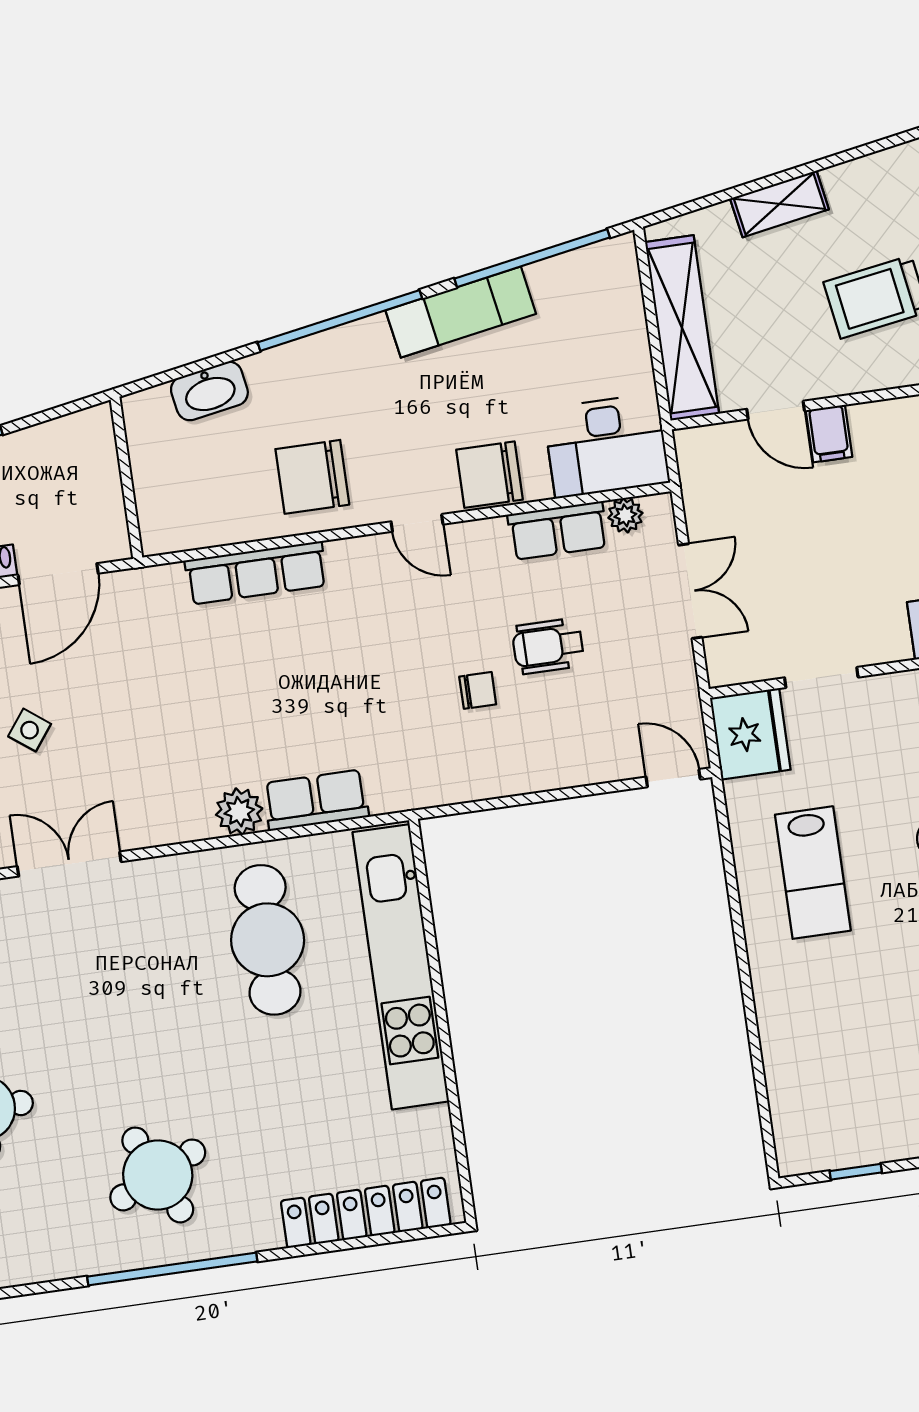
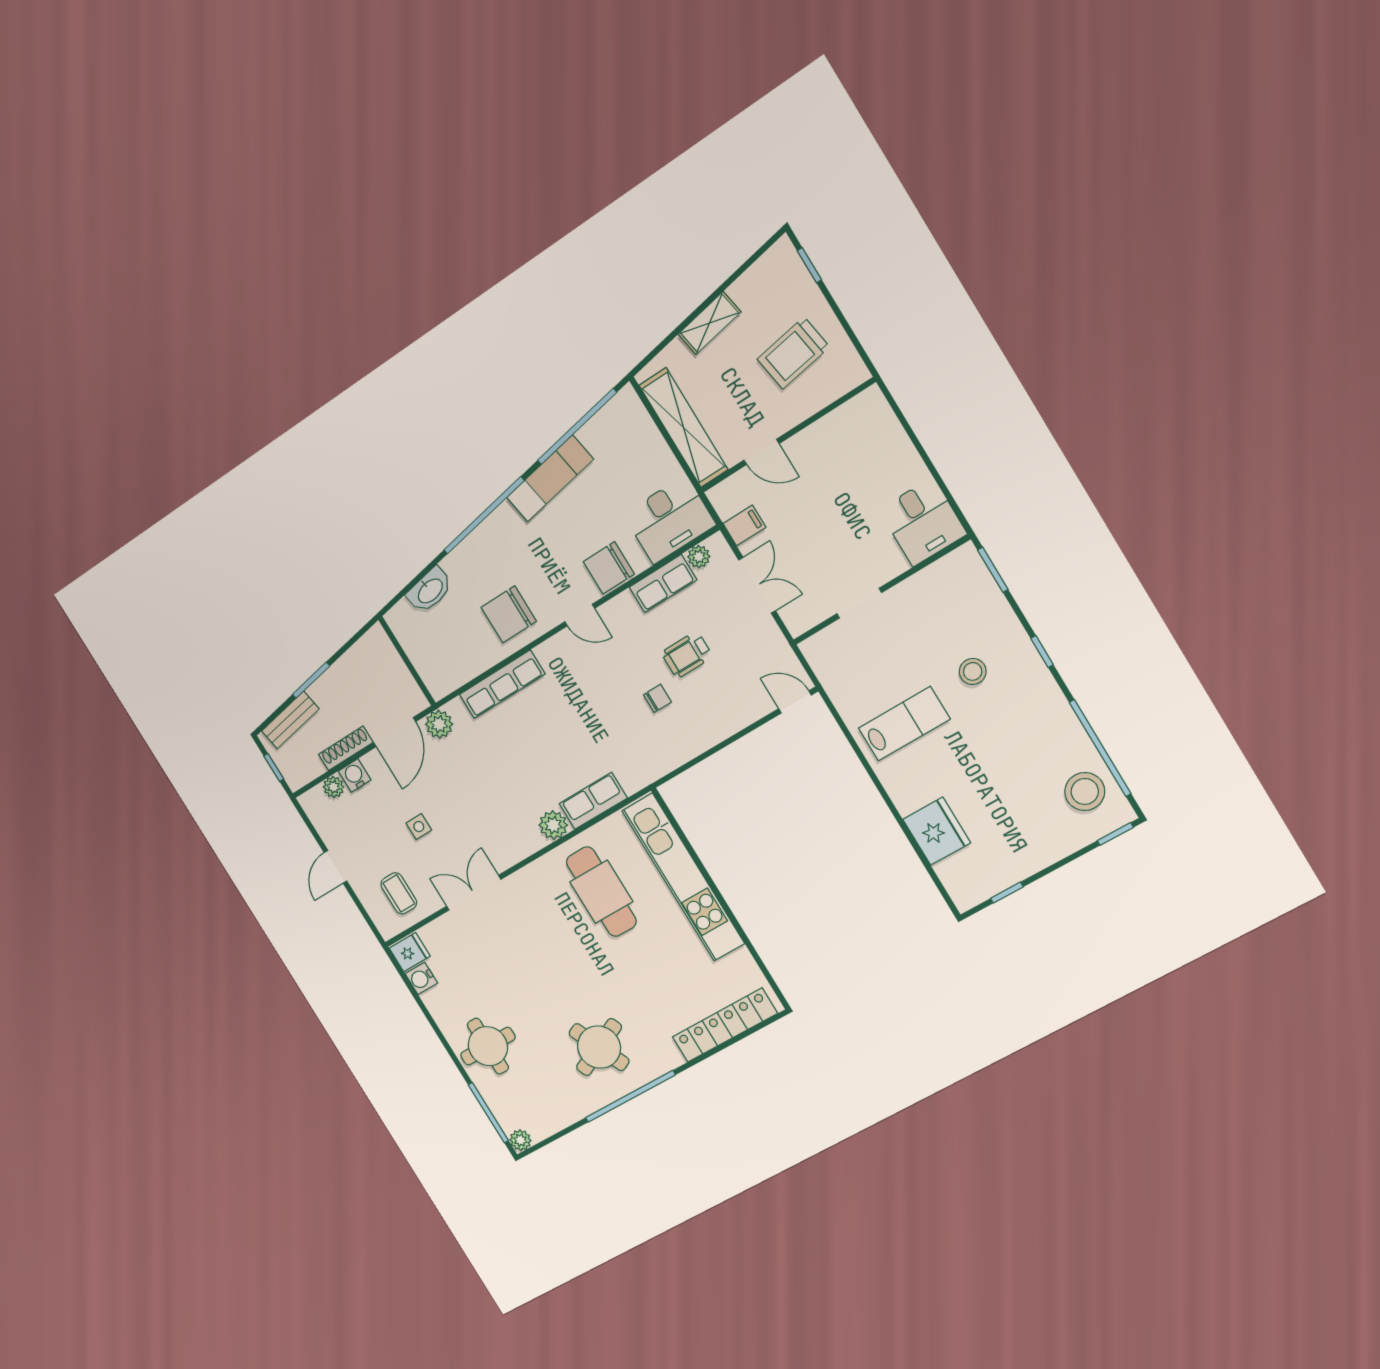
filing cabinet: (829, 434) -> (744, 525), moved, turned -90
plant: (133, 591) -> (439, 724), added
side table: (30, 730) -> (419, 827), turned -37
fridge: (750, 734) -> (937, 831), moved
lab bench: (813, 873) -> (904, 724), turned -90

